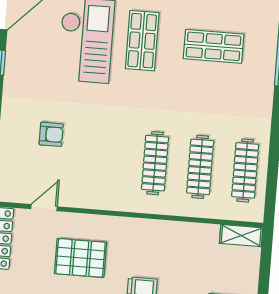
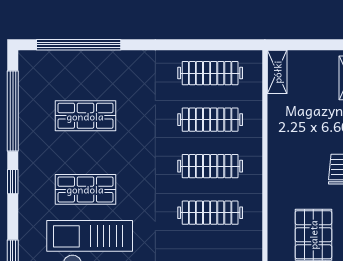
shop shelf: (214, 46) -> (85, 116), turned 90
clothes rail: (110, 160) -> (210, 213), added

